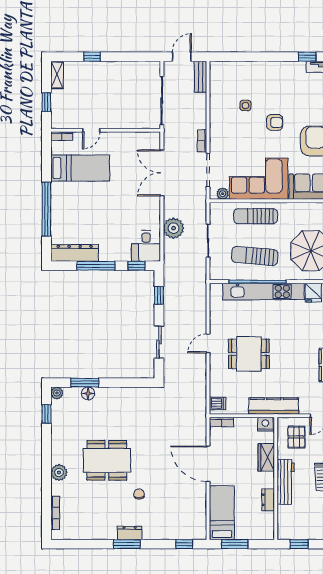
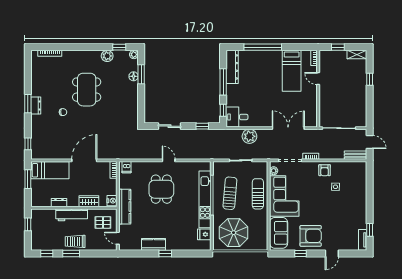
armchair: (275, 122) -> (325, 170), moved
plant: (59, 472) -> (107, 56), moved

